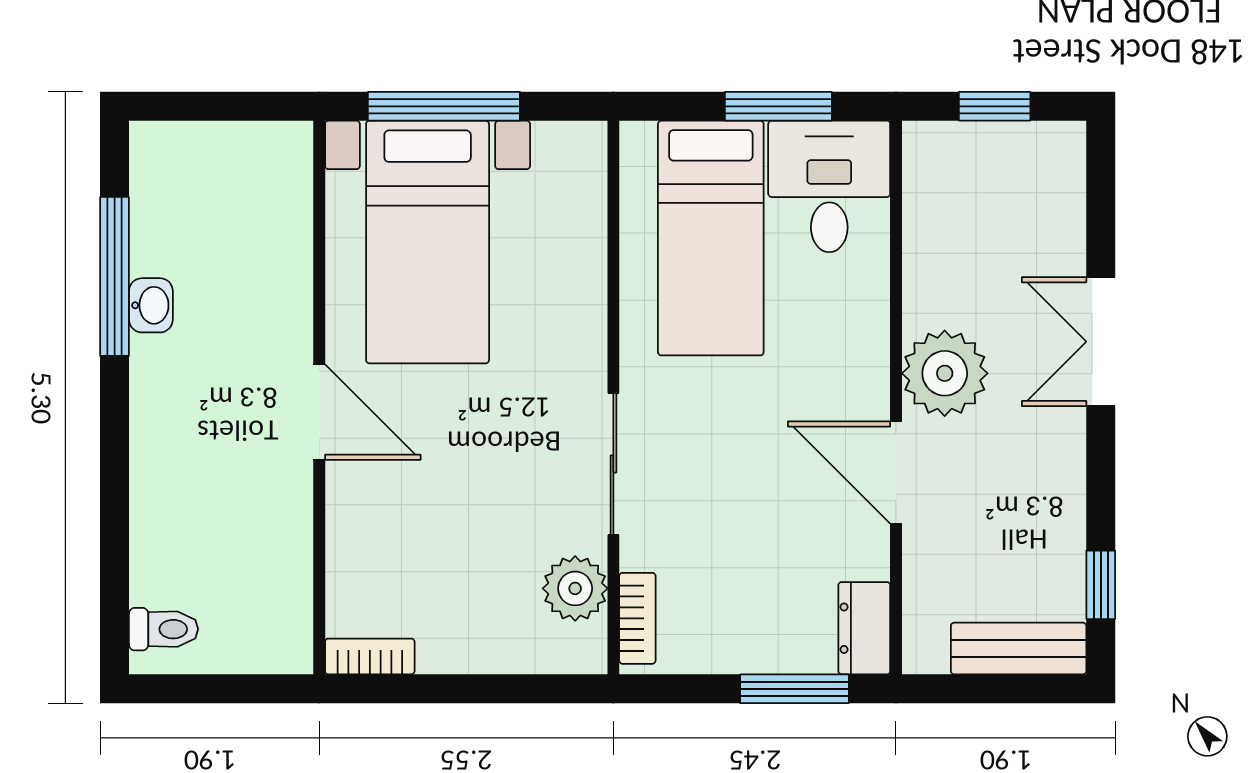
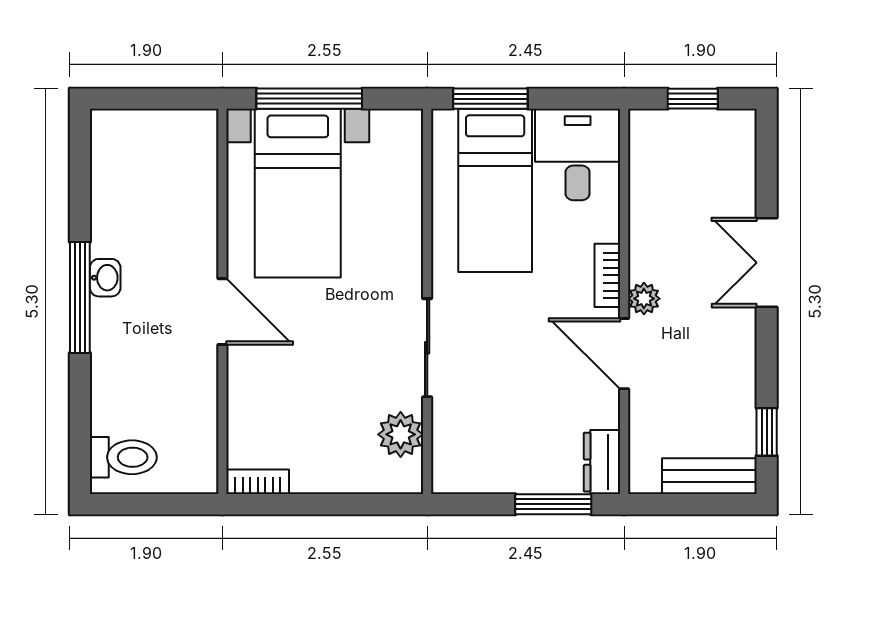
window: (778, 106) -> (490, 99), moved
window: (115, 276) -> (80, 297), moved
washbasin: (151, 305) -> (105, 278), moved
plant: (945, 373) -> (644, 299), width x0.53, depth x0.53
bookcase: (637, 618) -> (607, 275), moved, turned 180
toilet: (164, 629) -> (123, 457), width x1.37, depth x1.39

